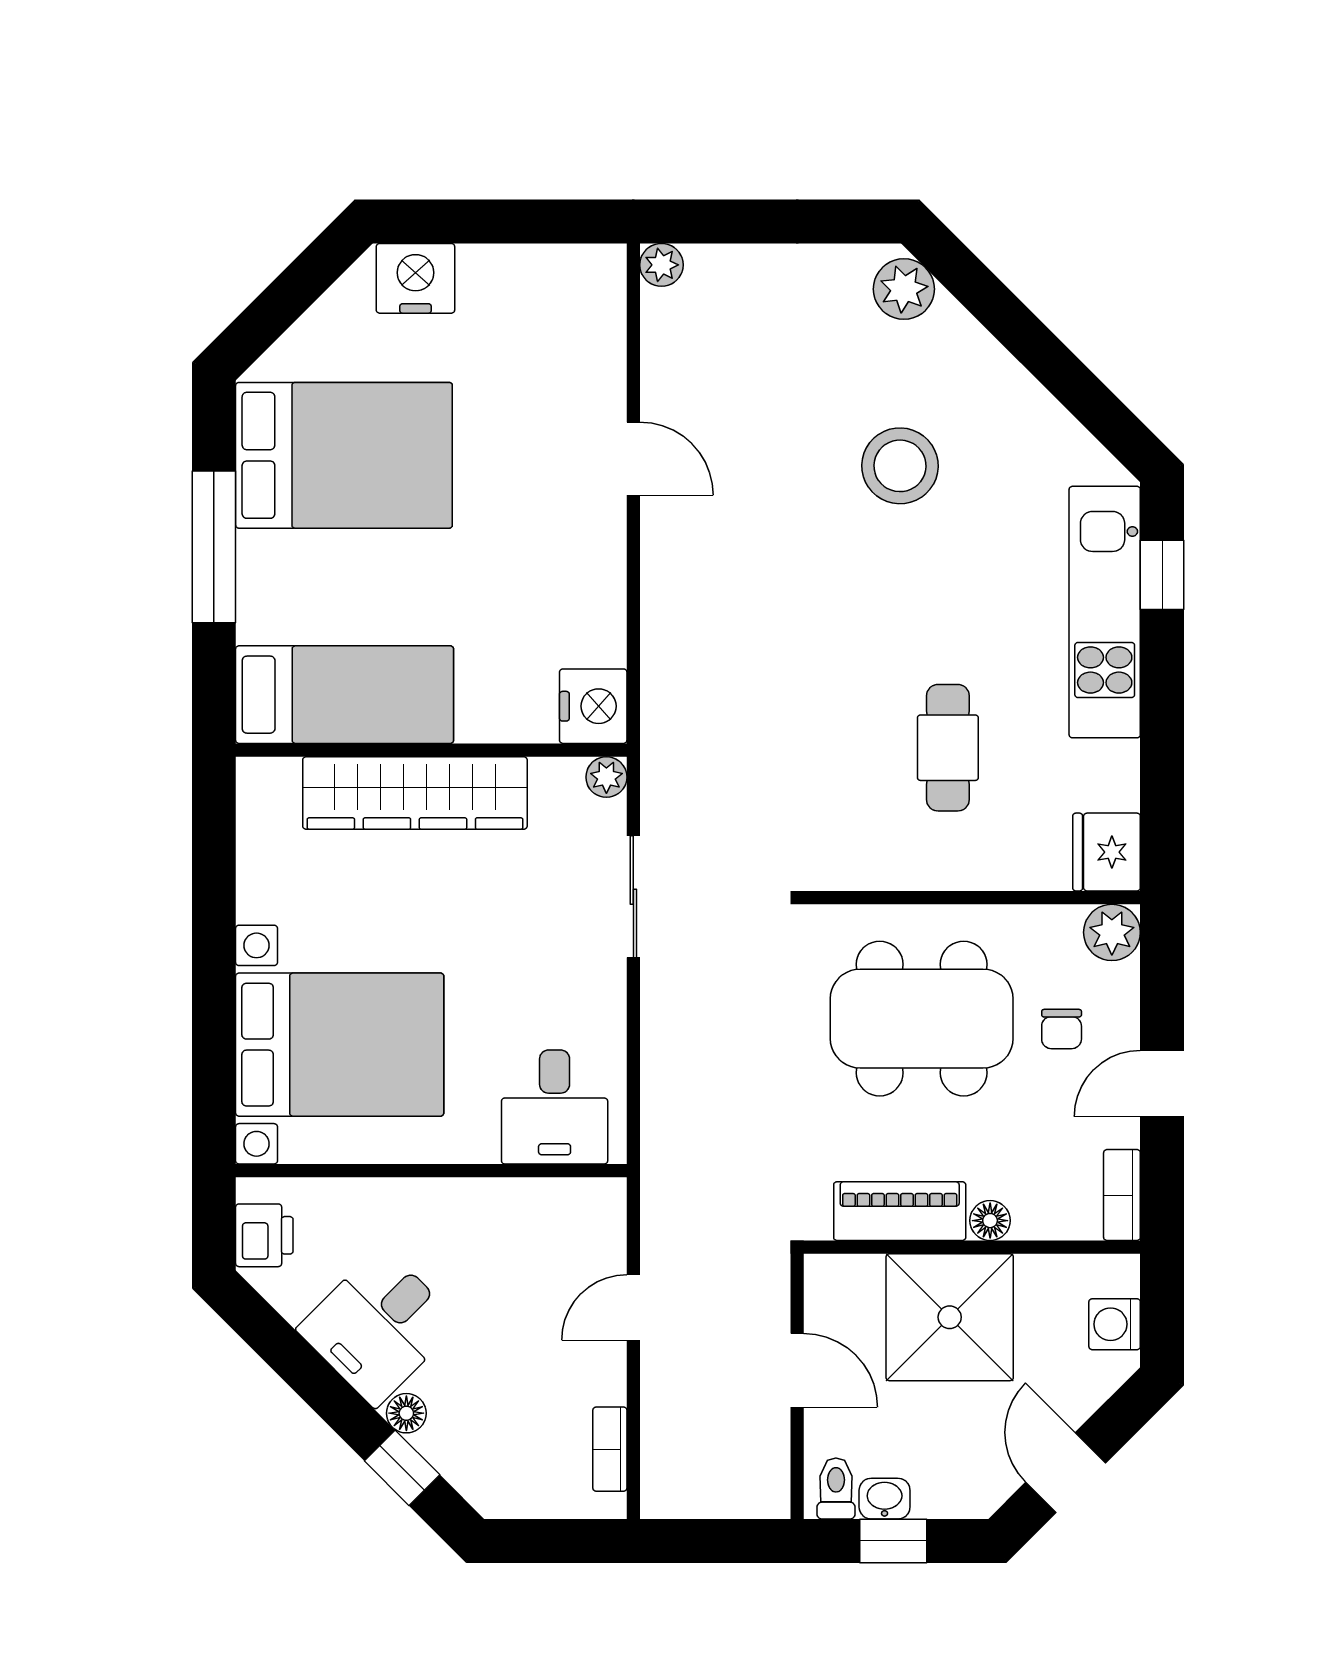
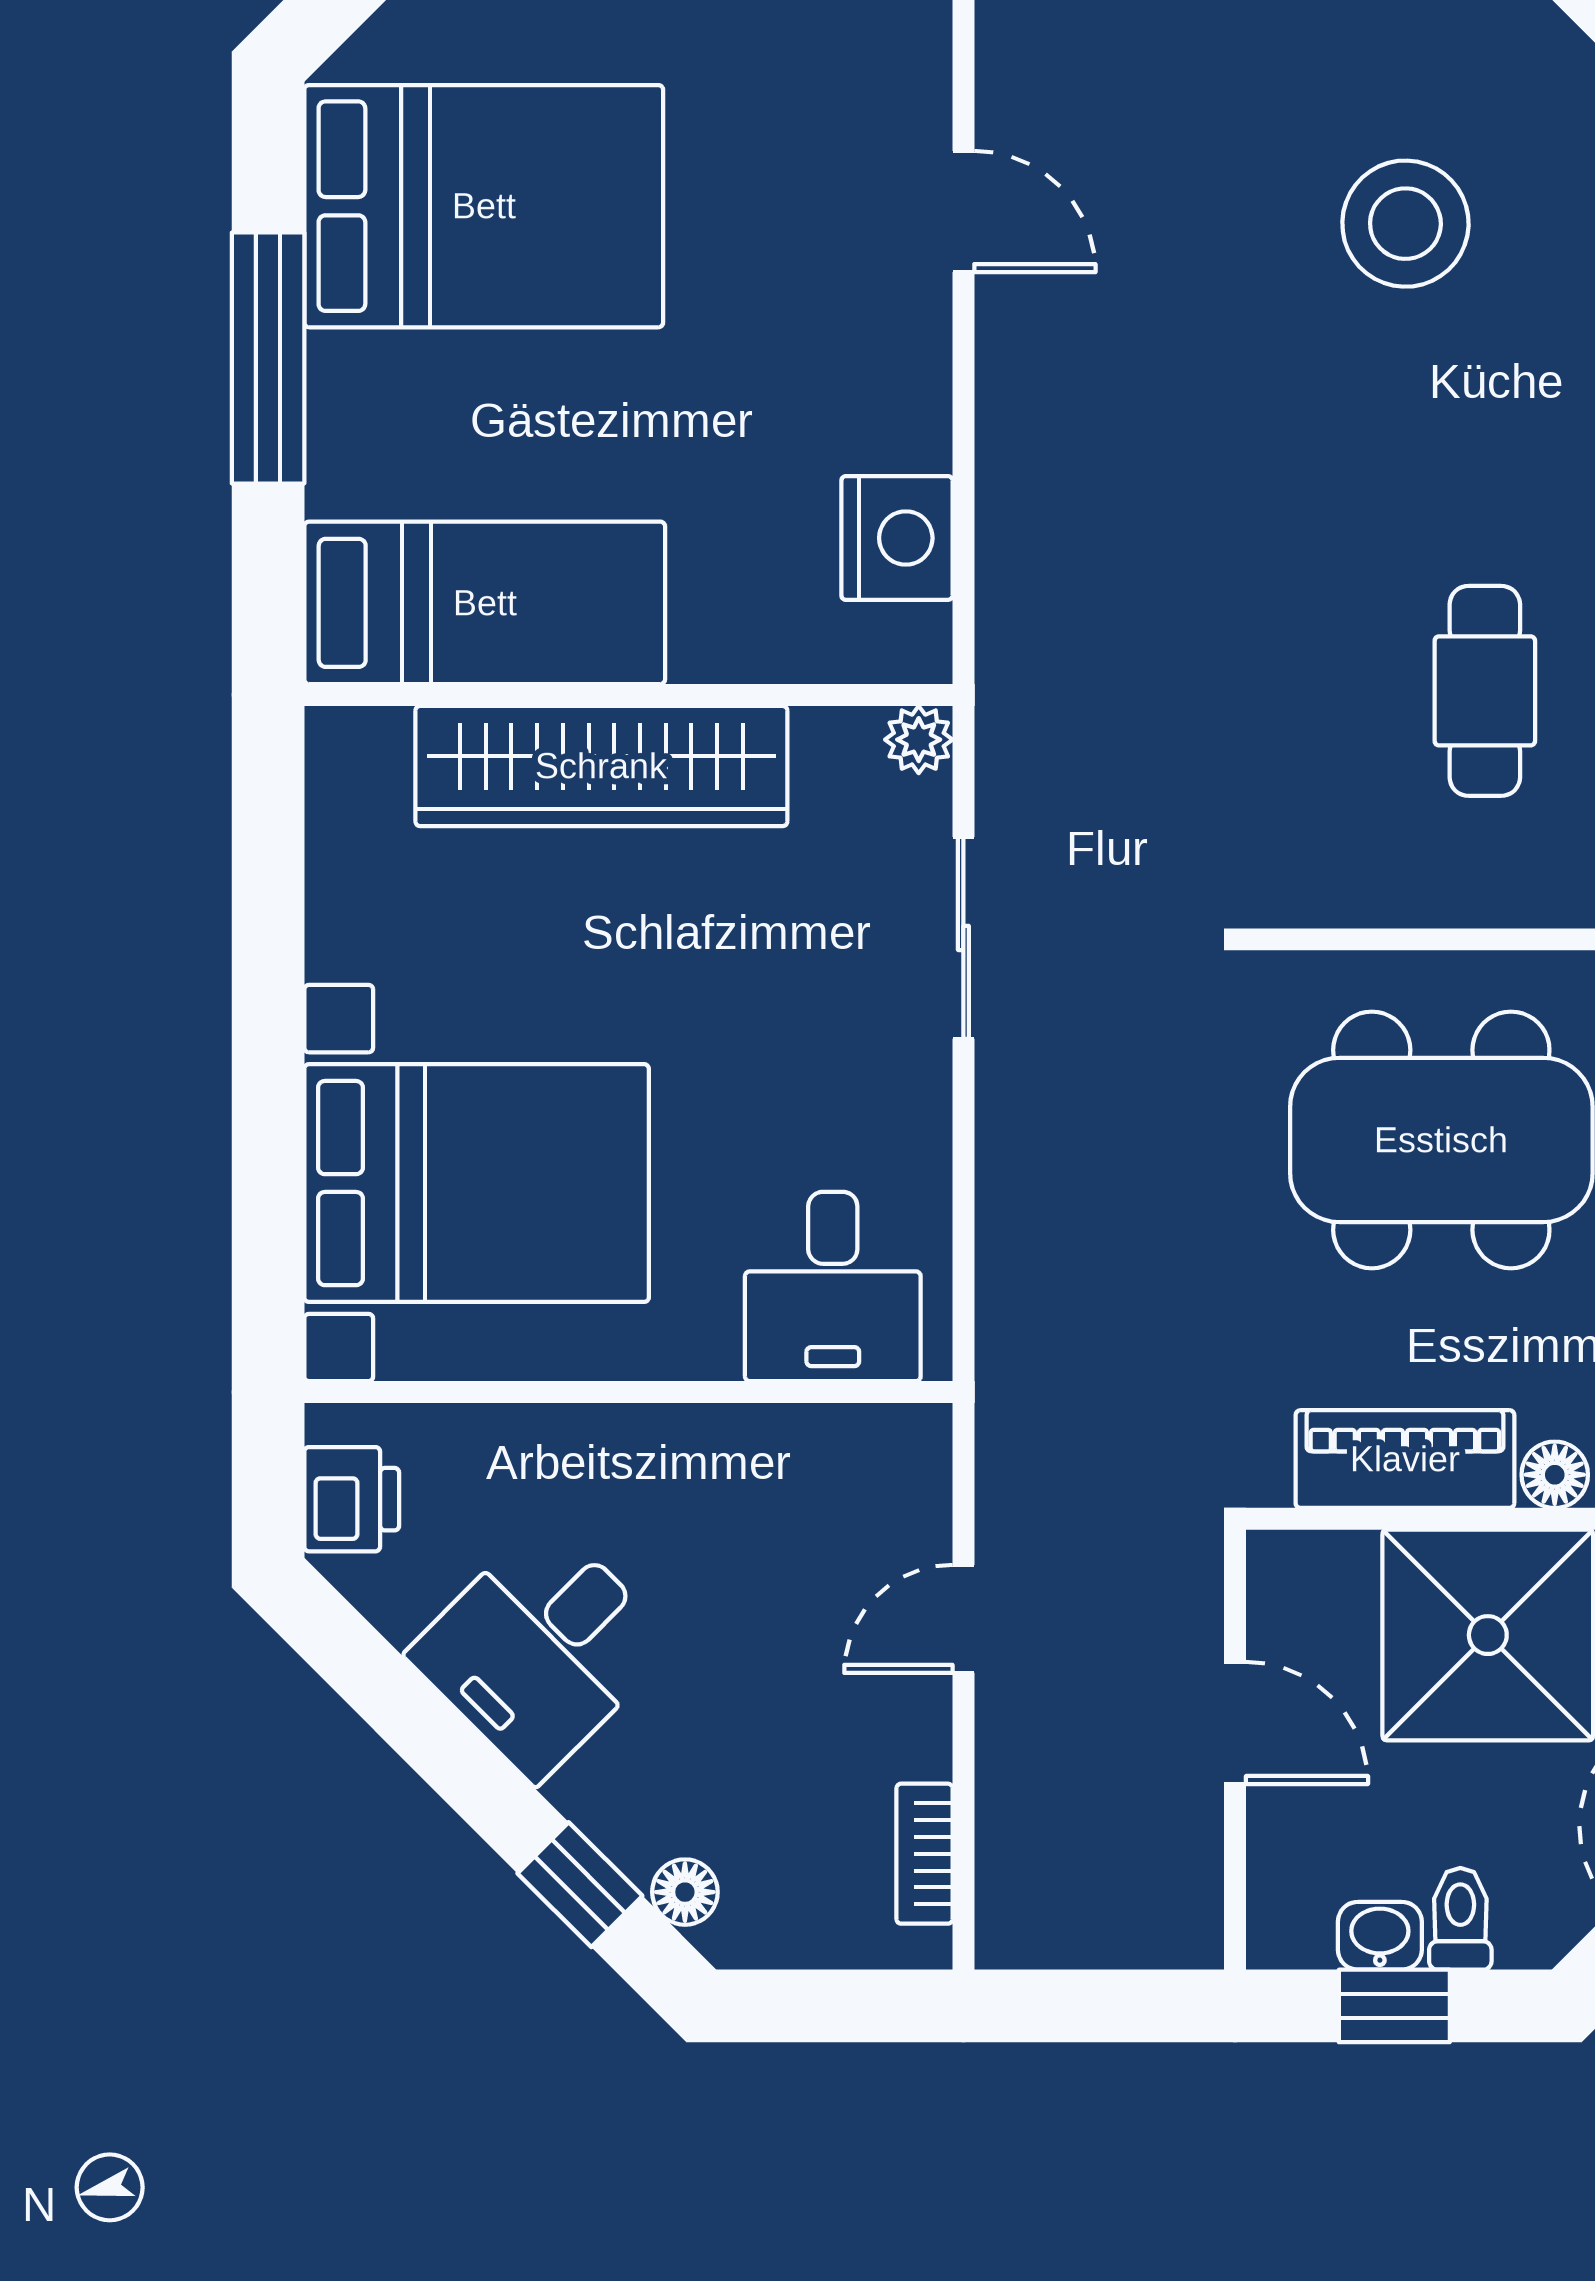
nightstand: (593, 706) -> (897, 538), moved
floor lamp: (406, 1413) -> (685, 1892), moved
toilet: (836, 1488) -> (1460, 1919), moved

